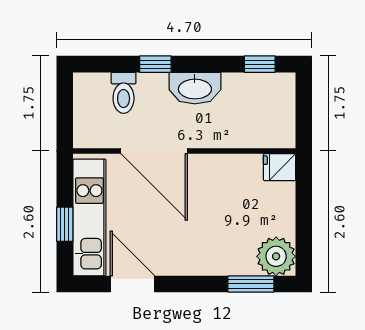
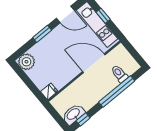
window: (155, 64) -> (117, 92), width x3.17
washbasin: (195, 88) -> (73, 114), moved
window: (251, 284) -> (42, 34), moved

